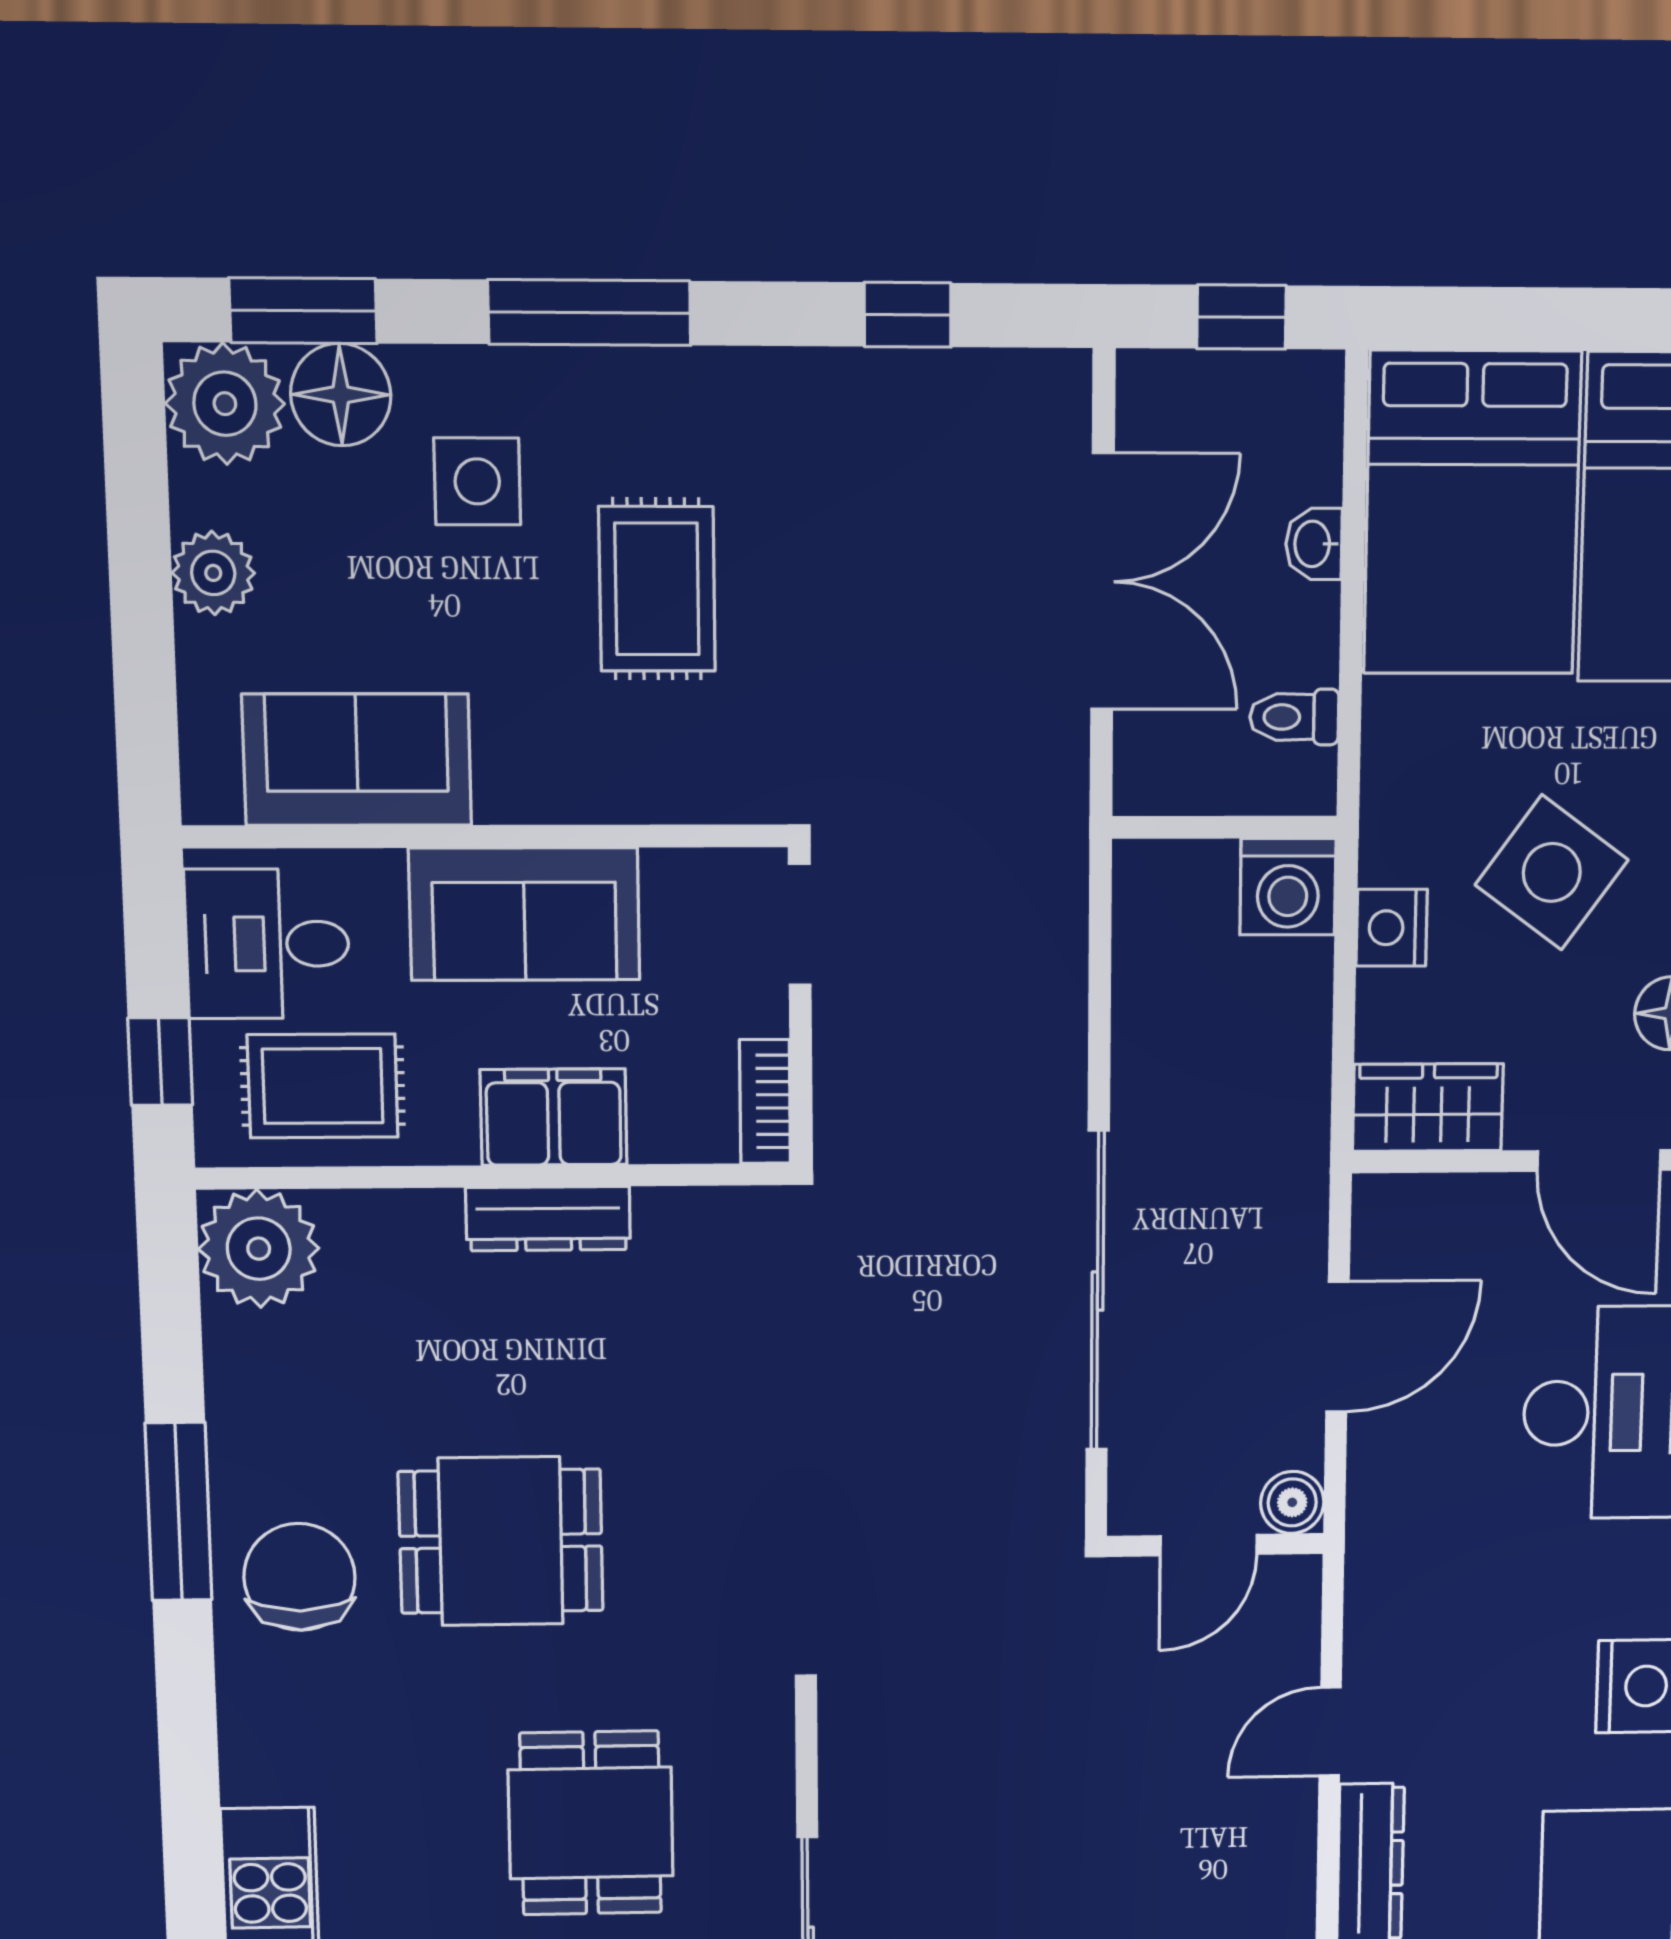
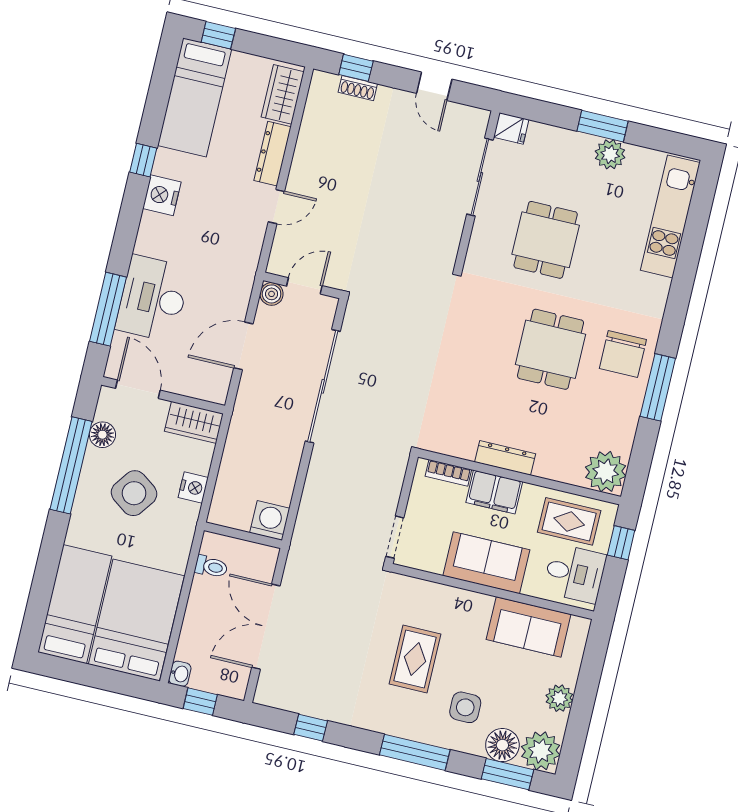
washbasin: (1314, 544) -> (180, 674), moved
washing machine: (1288, 887) -> (270, 520), moved
bookcase: (765, 1101) -> (448, 473), moved, turned 90
dining table: (501, 1541) -> (551, 349), turned 90

